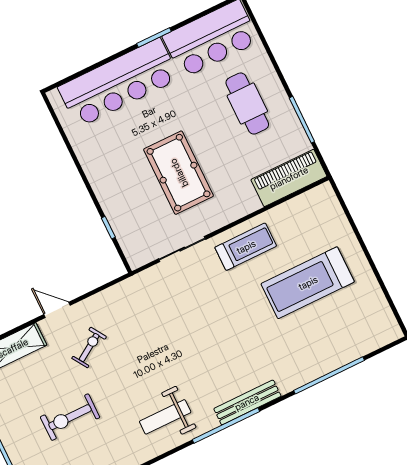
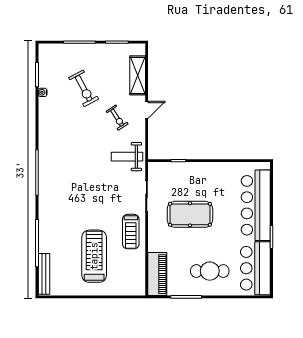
bench: (247, 402) -> (44, 274), moved
exercise bike: (70, 417) -> (84, 88), turned 152
weight bench: (165, 417) -> (127, 157), moved, turned -90

